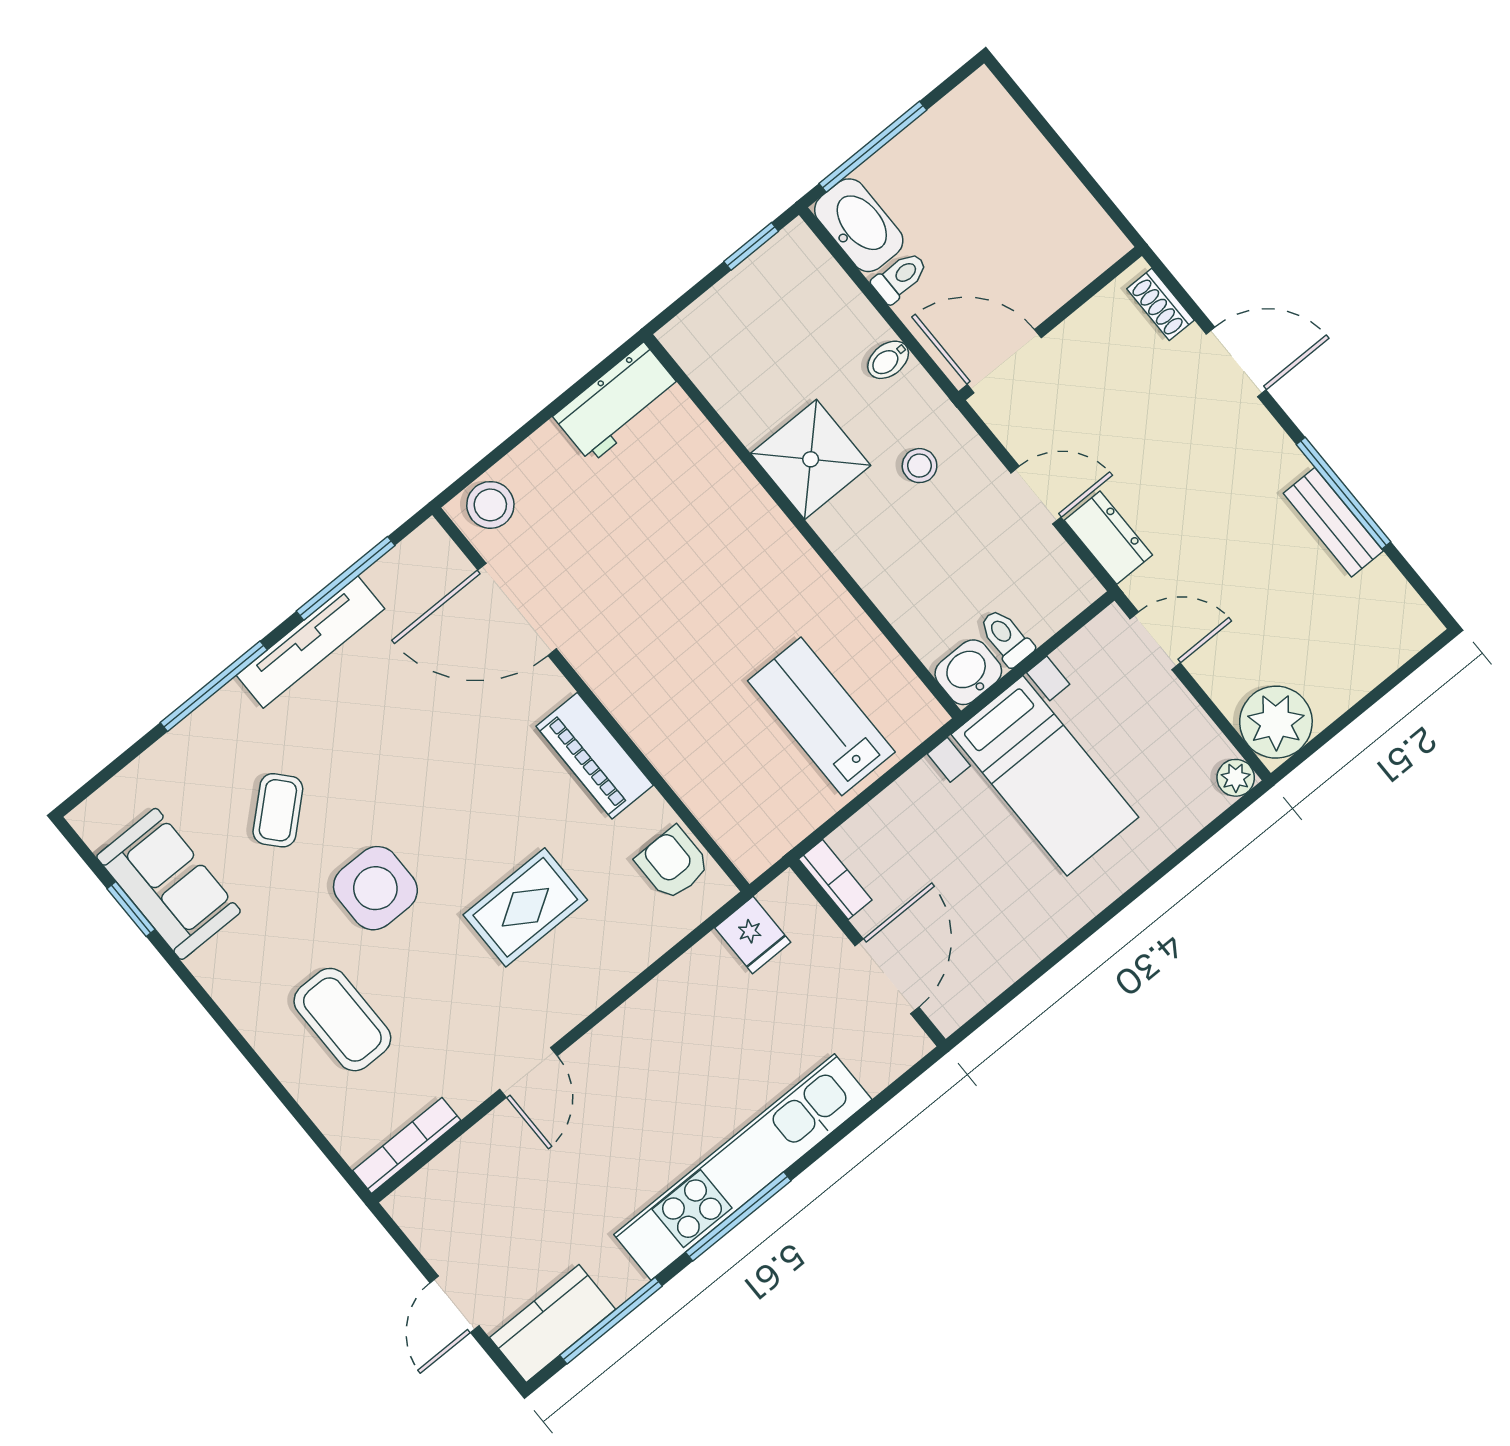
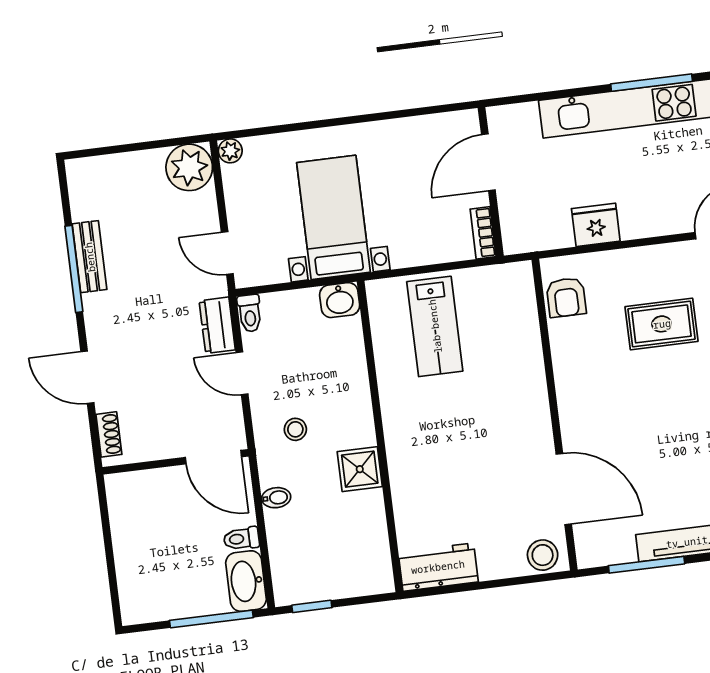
shower: (811, 459) -> (360, 469), width x0.73, depth x0.73
toilet: (1006, 637) -> (250, 313), moved
piano: (595, 756) -> (572, 383), removed
fridge: (753, 935) -> (596, 225), moved, width x1.38

